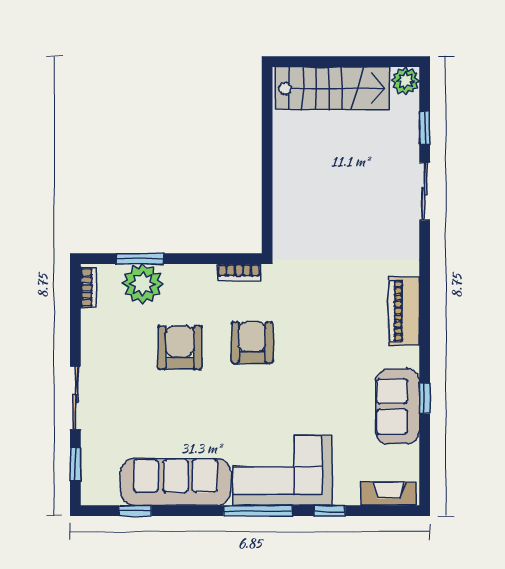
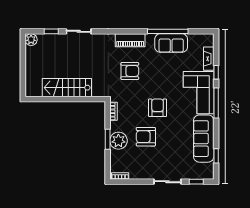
stairs: (333, 88) -> (67, 88), moved, turned -90
window: (140, 259) -> (108, 139), moved
plant: (143, 284) -> (118, 141), moved
armchair: (333, 310) -> (130, 71), added
armchair: (252, 343) -> (158, 108), moved, turned 90
window: (425, 398) -> (168, 31), width x3.17
fireplace: (389, 494) -> (209, 59), moved

